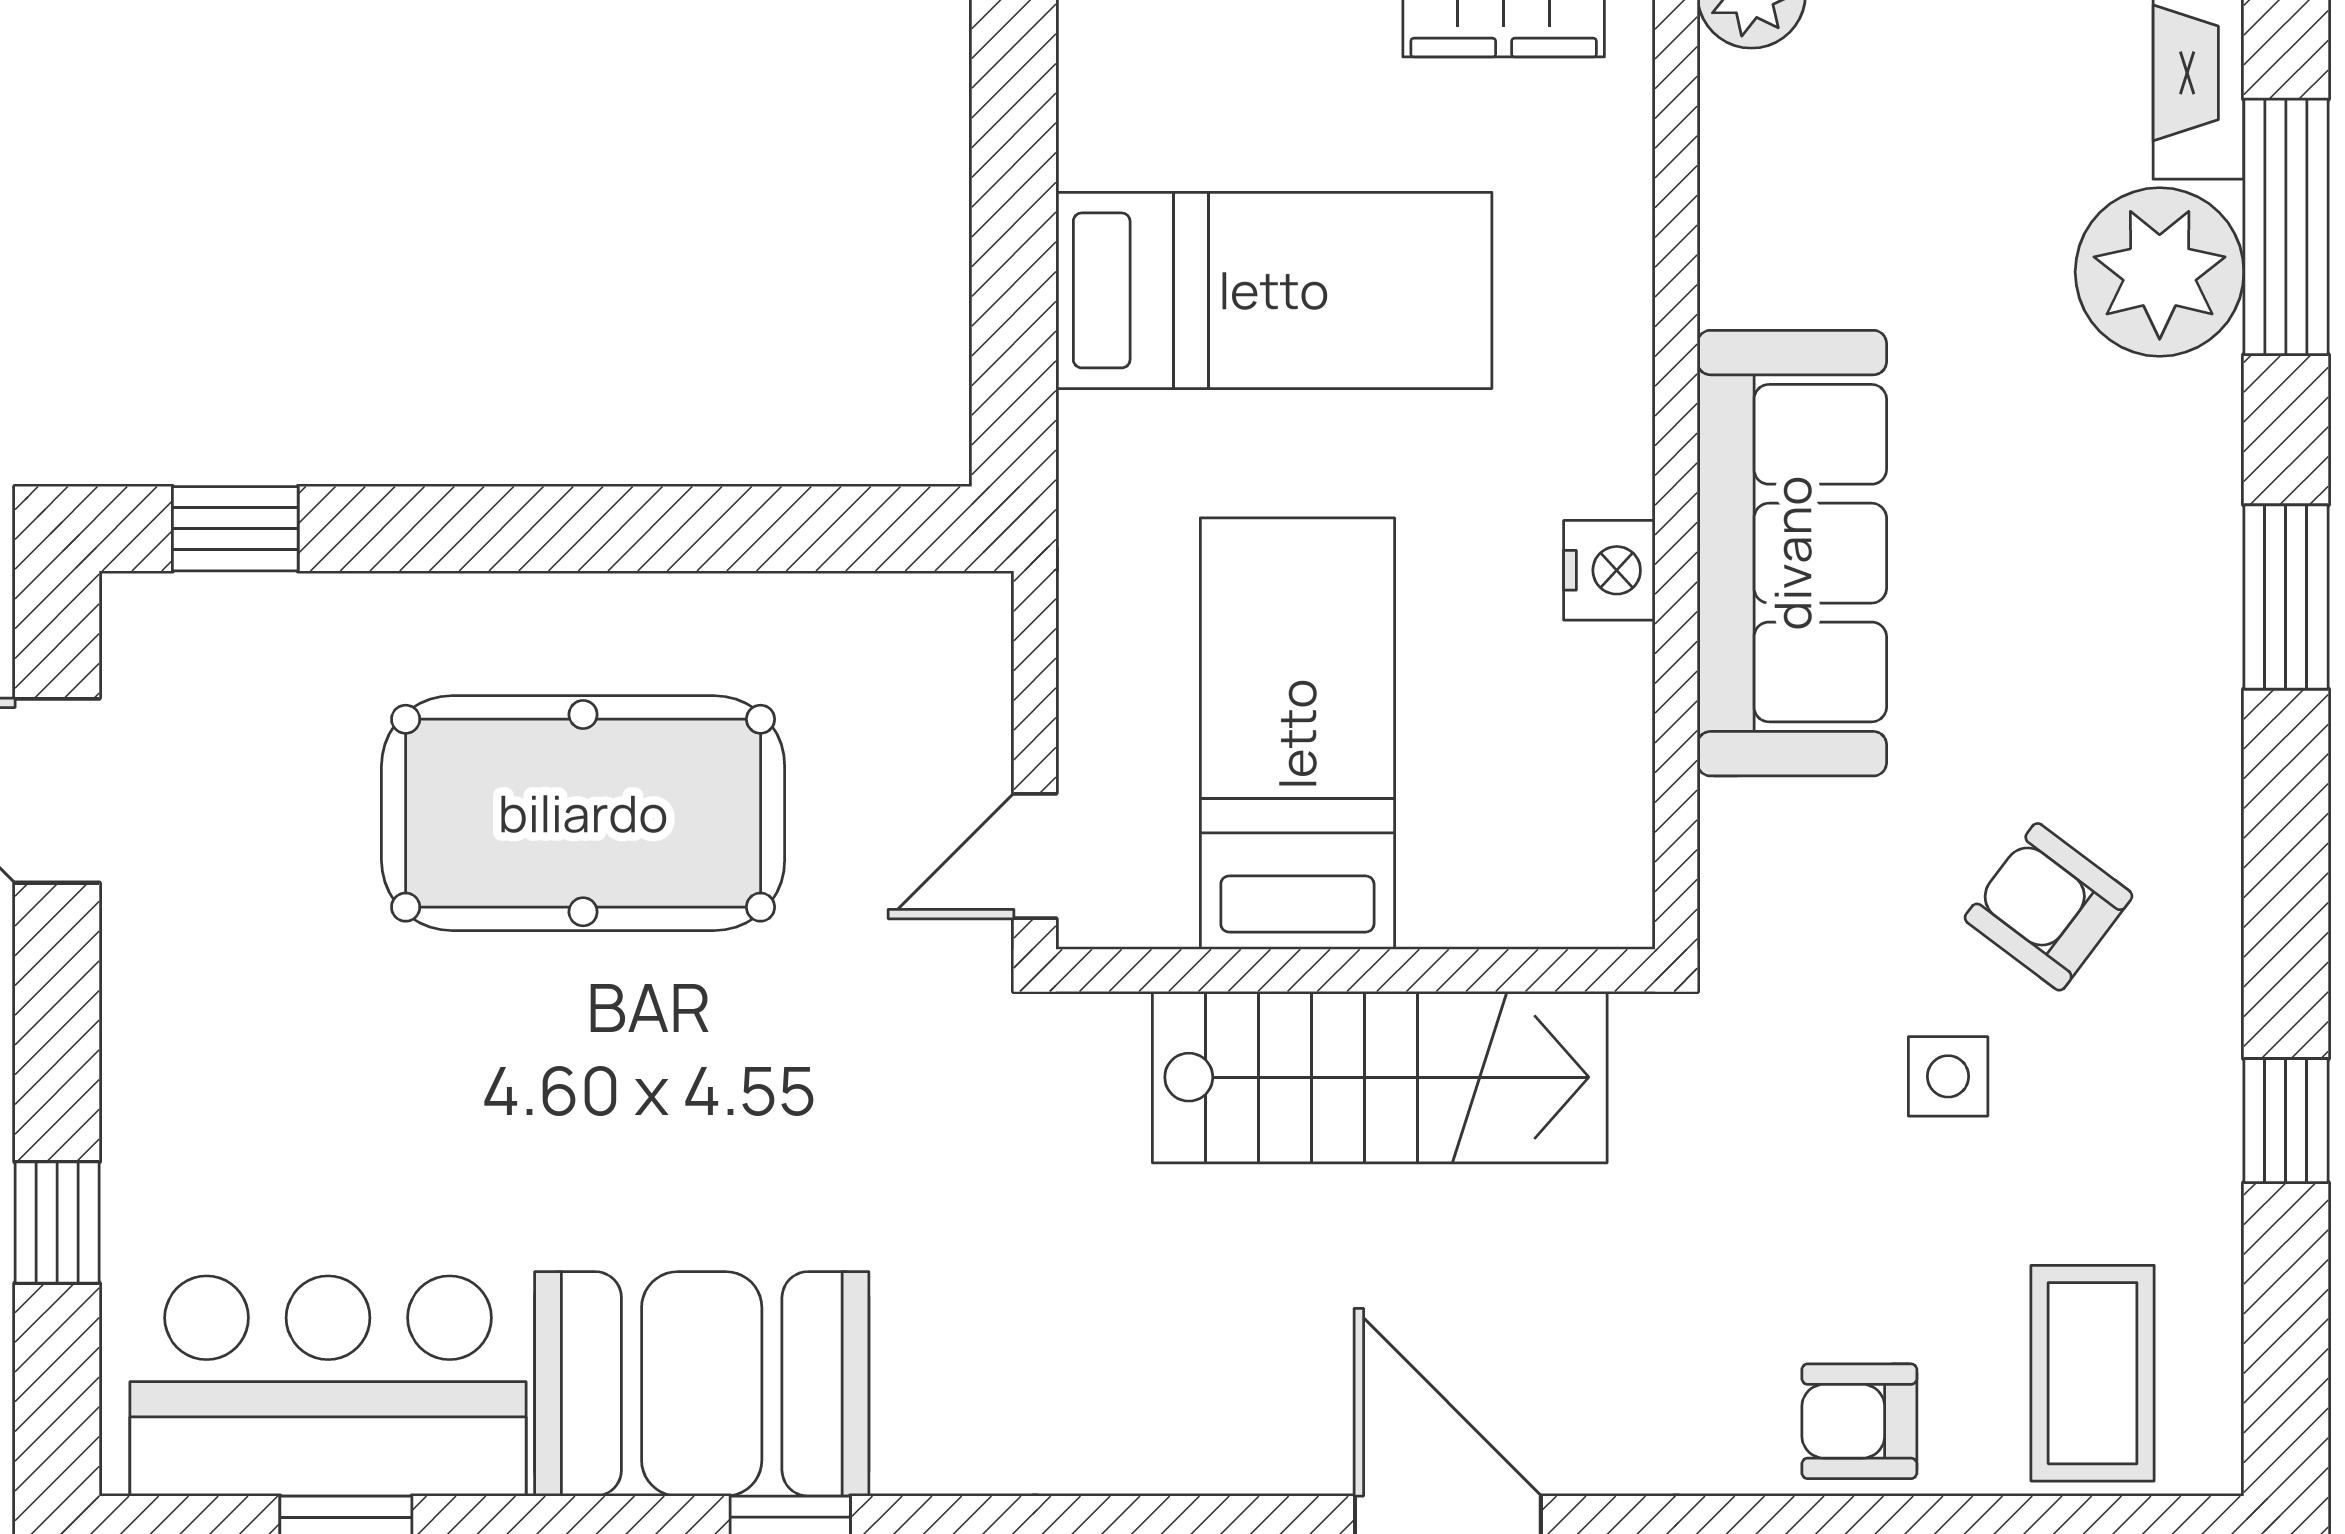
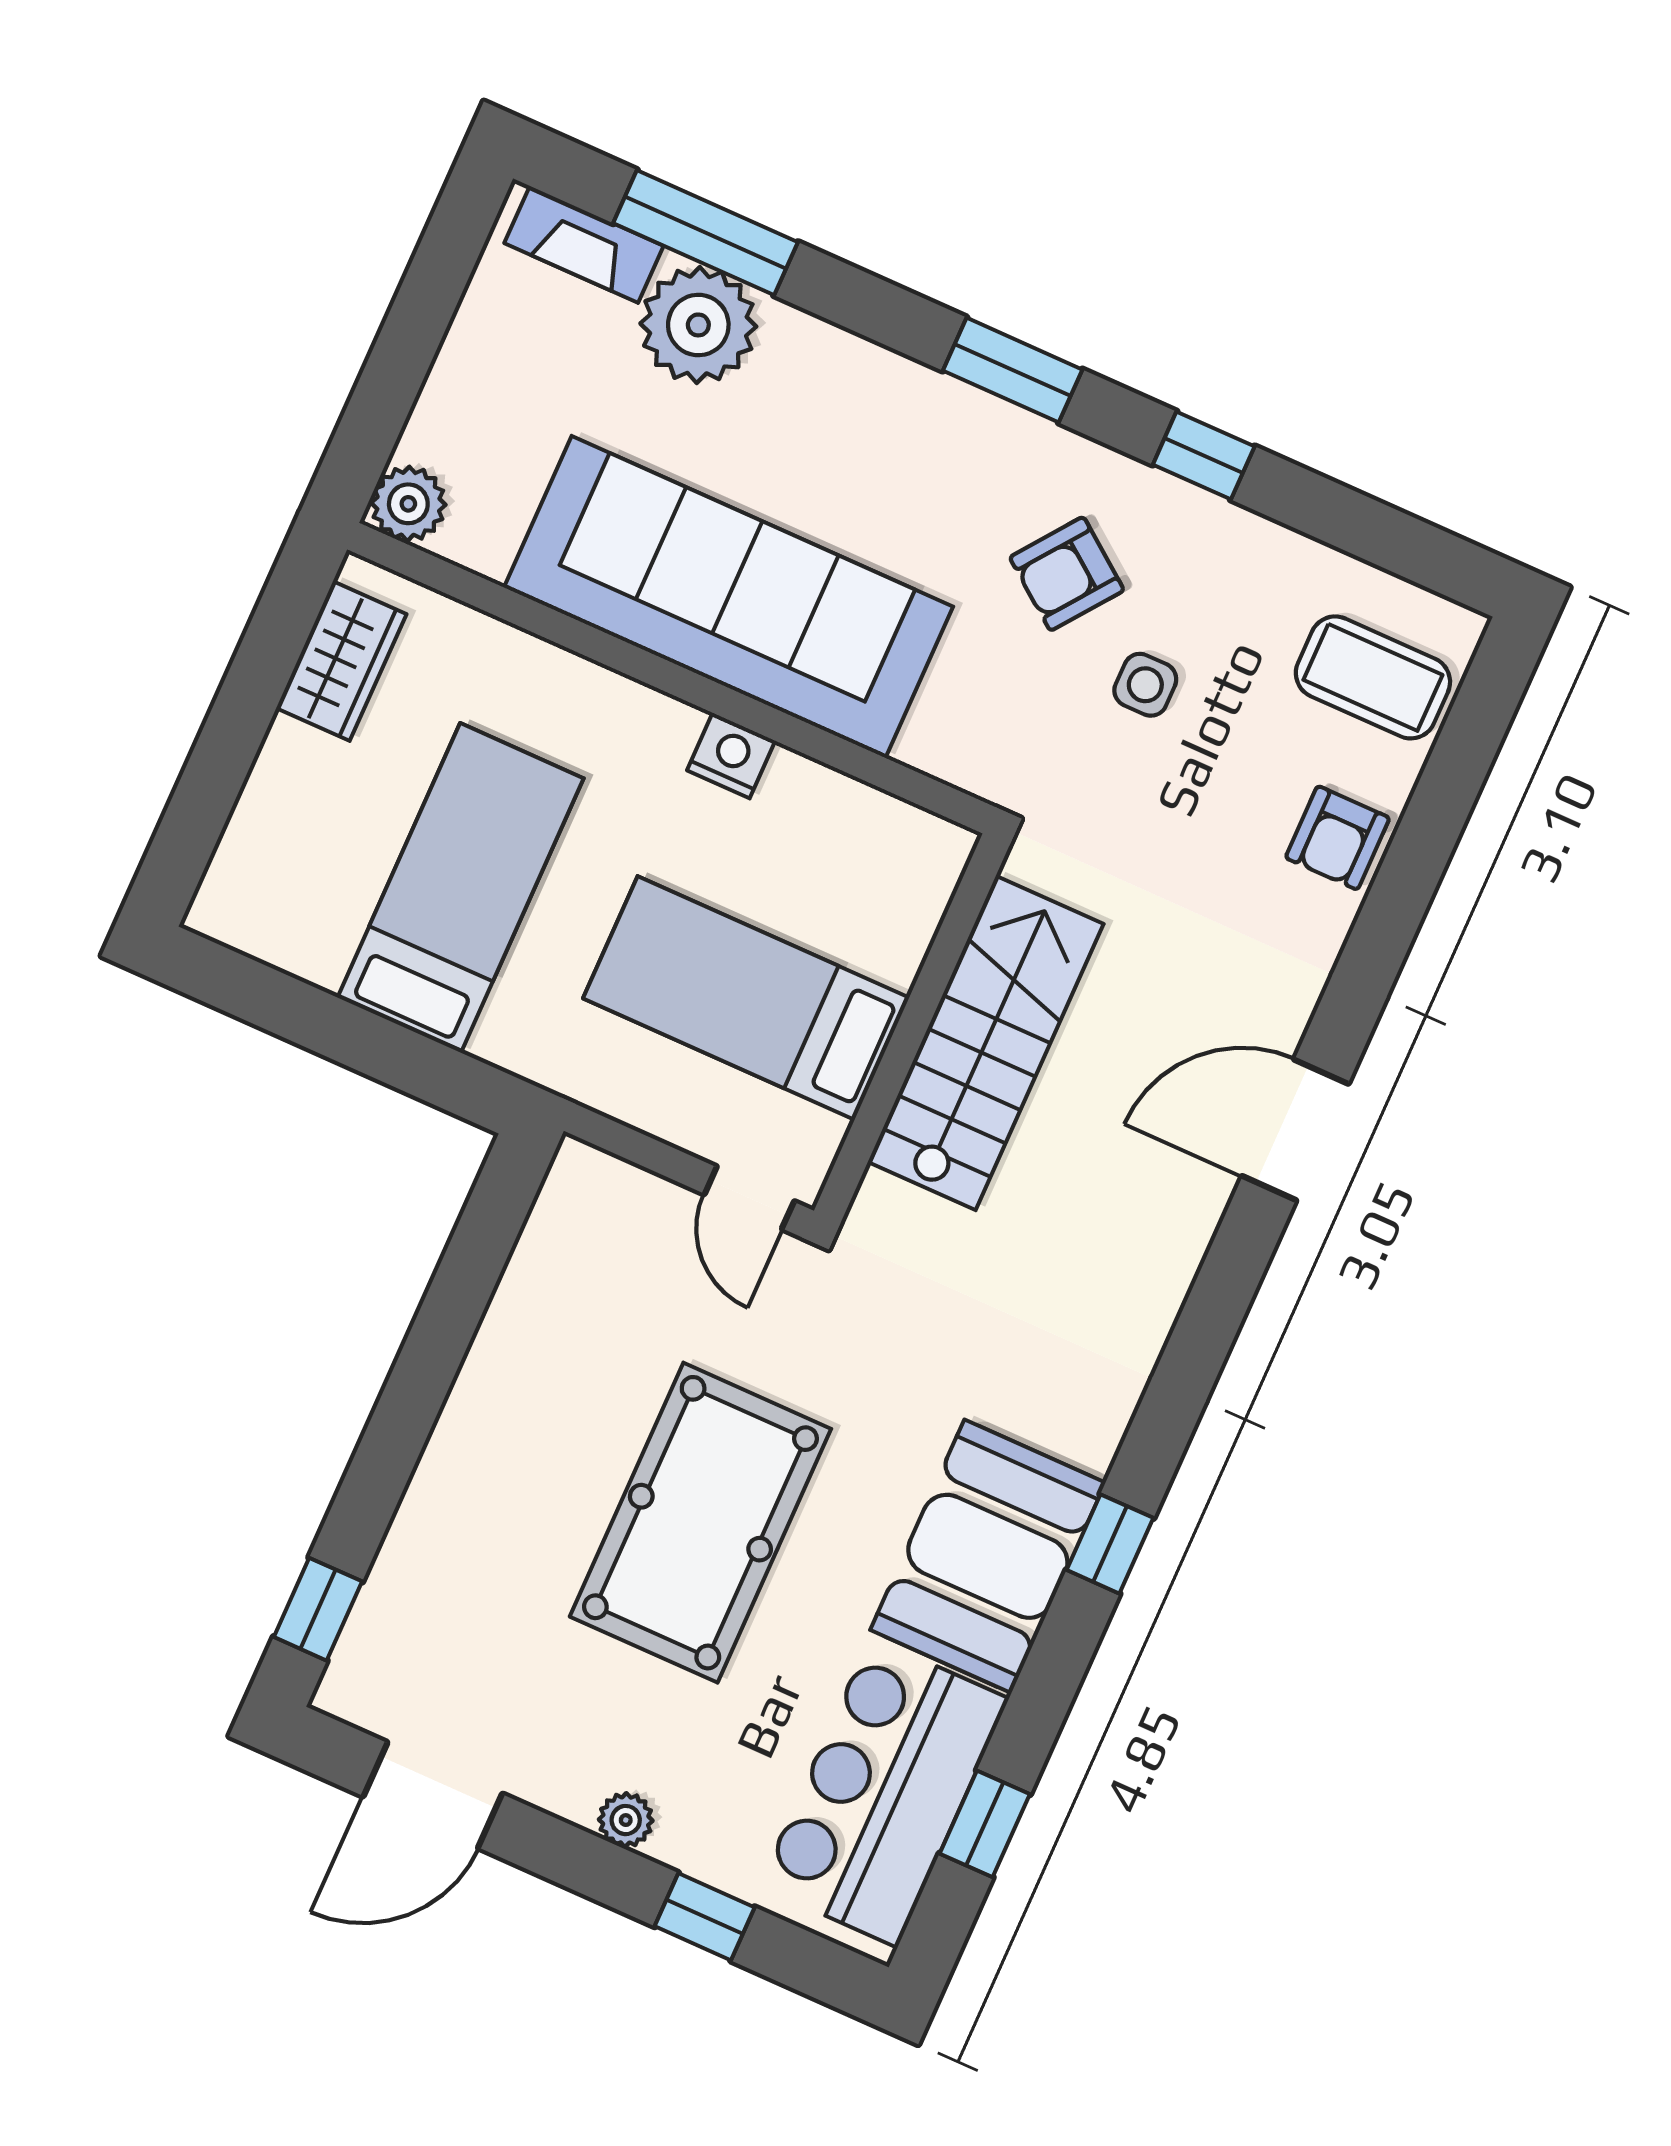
sofa: (1792, 553) -> (729, 597), width x1.36, depth x1.27
window: (2286, 597) -> (1013, 370), moved
pool table: (583, 813) -> (700, 1523), moved
plant: (138, 1061) -> (626, 1820), added
window: (2286, 1121) -> (1204, 456), moved

